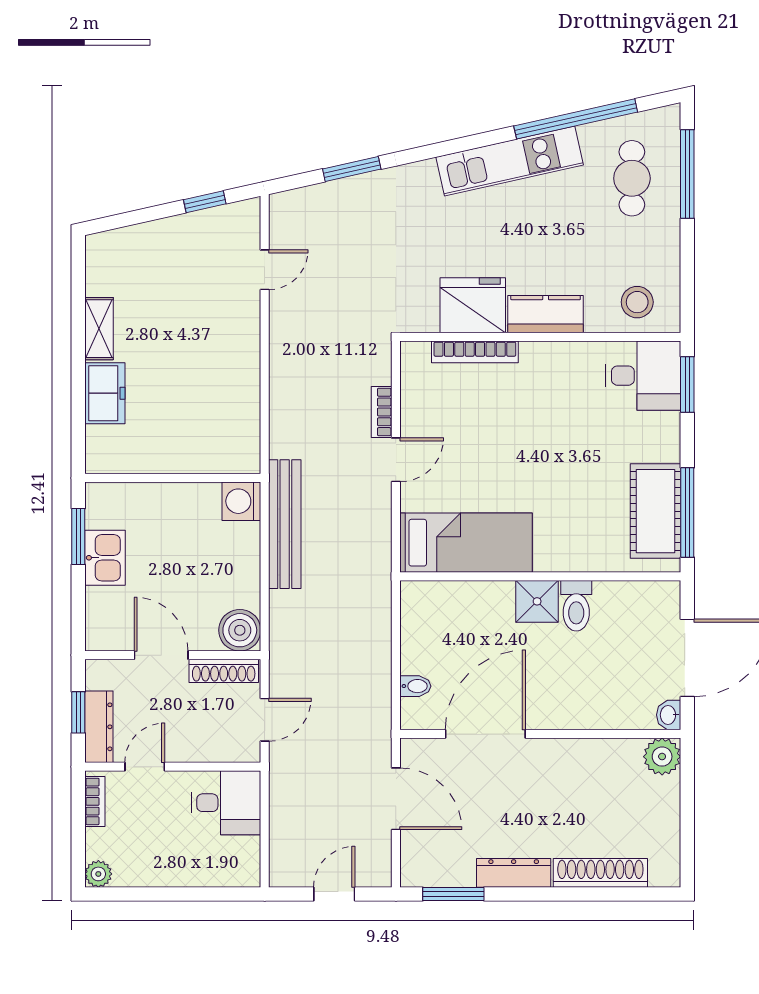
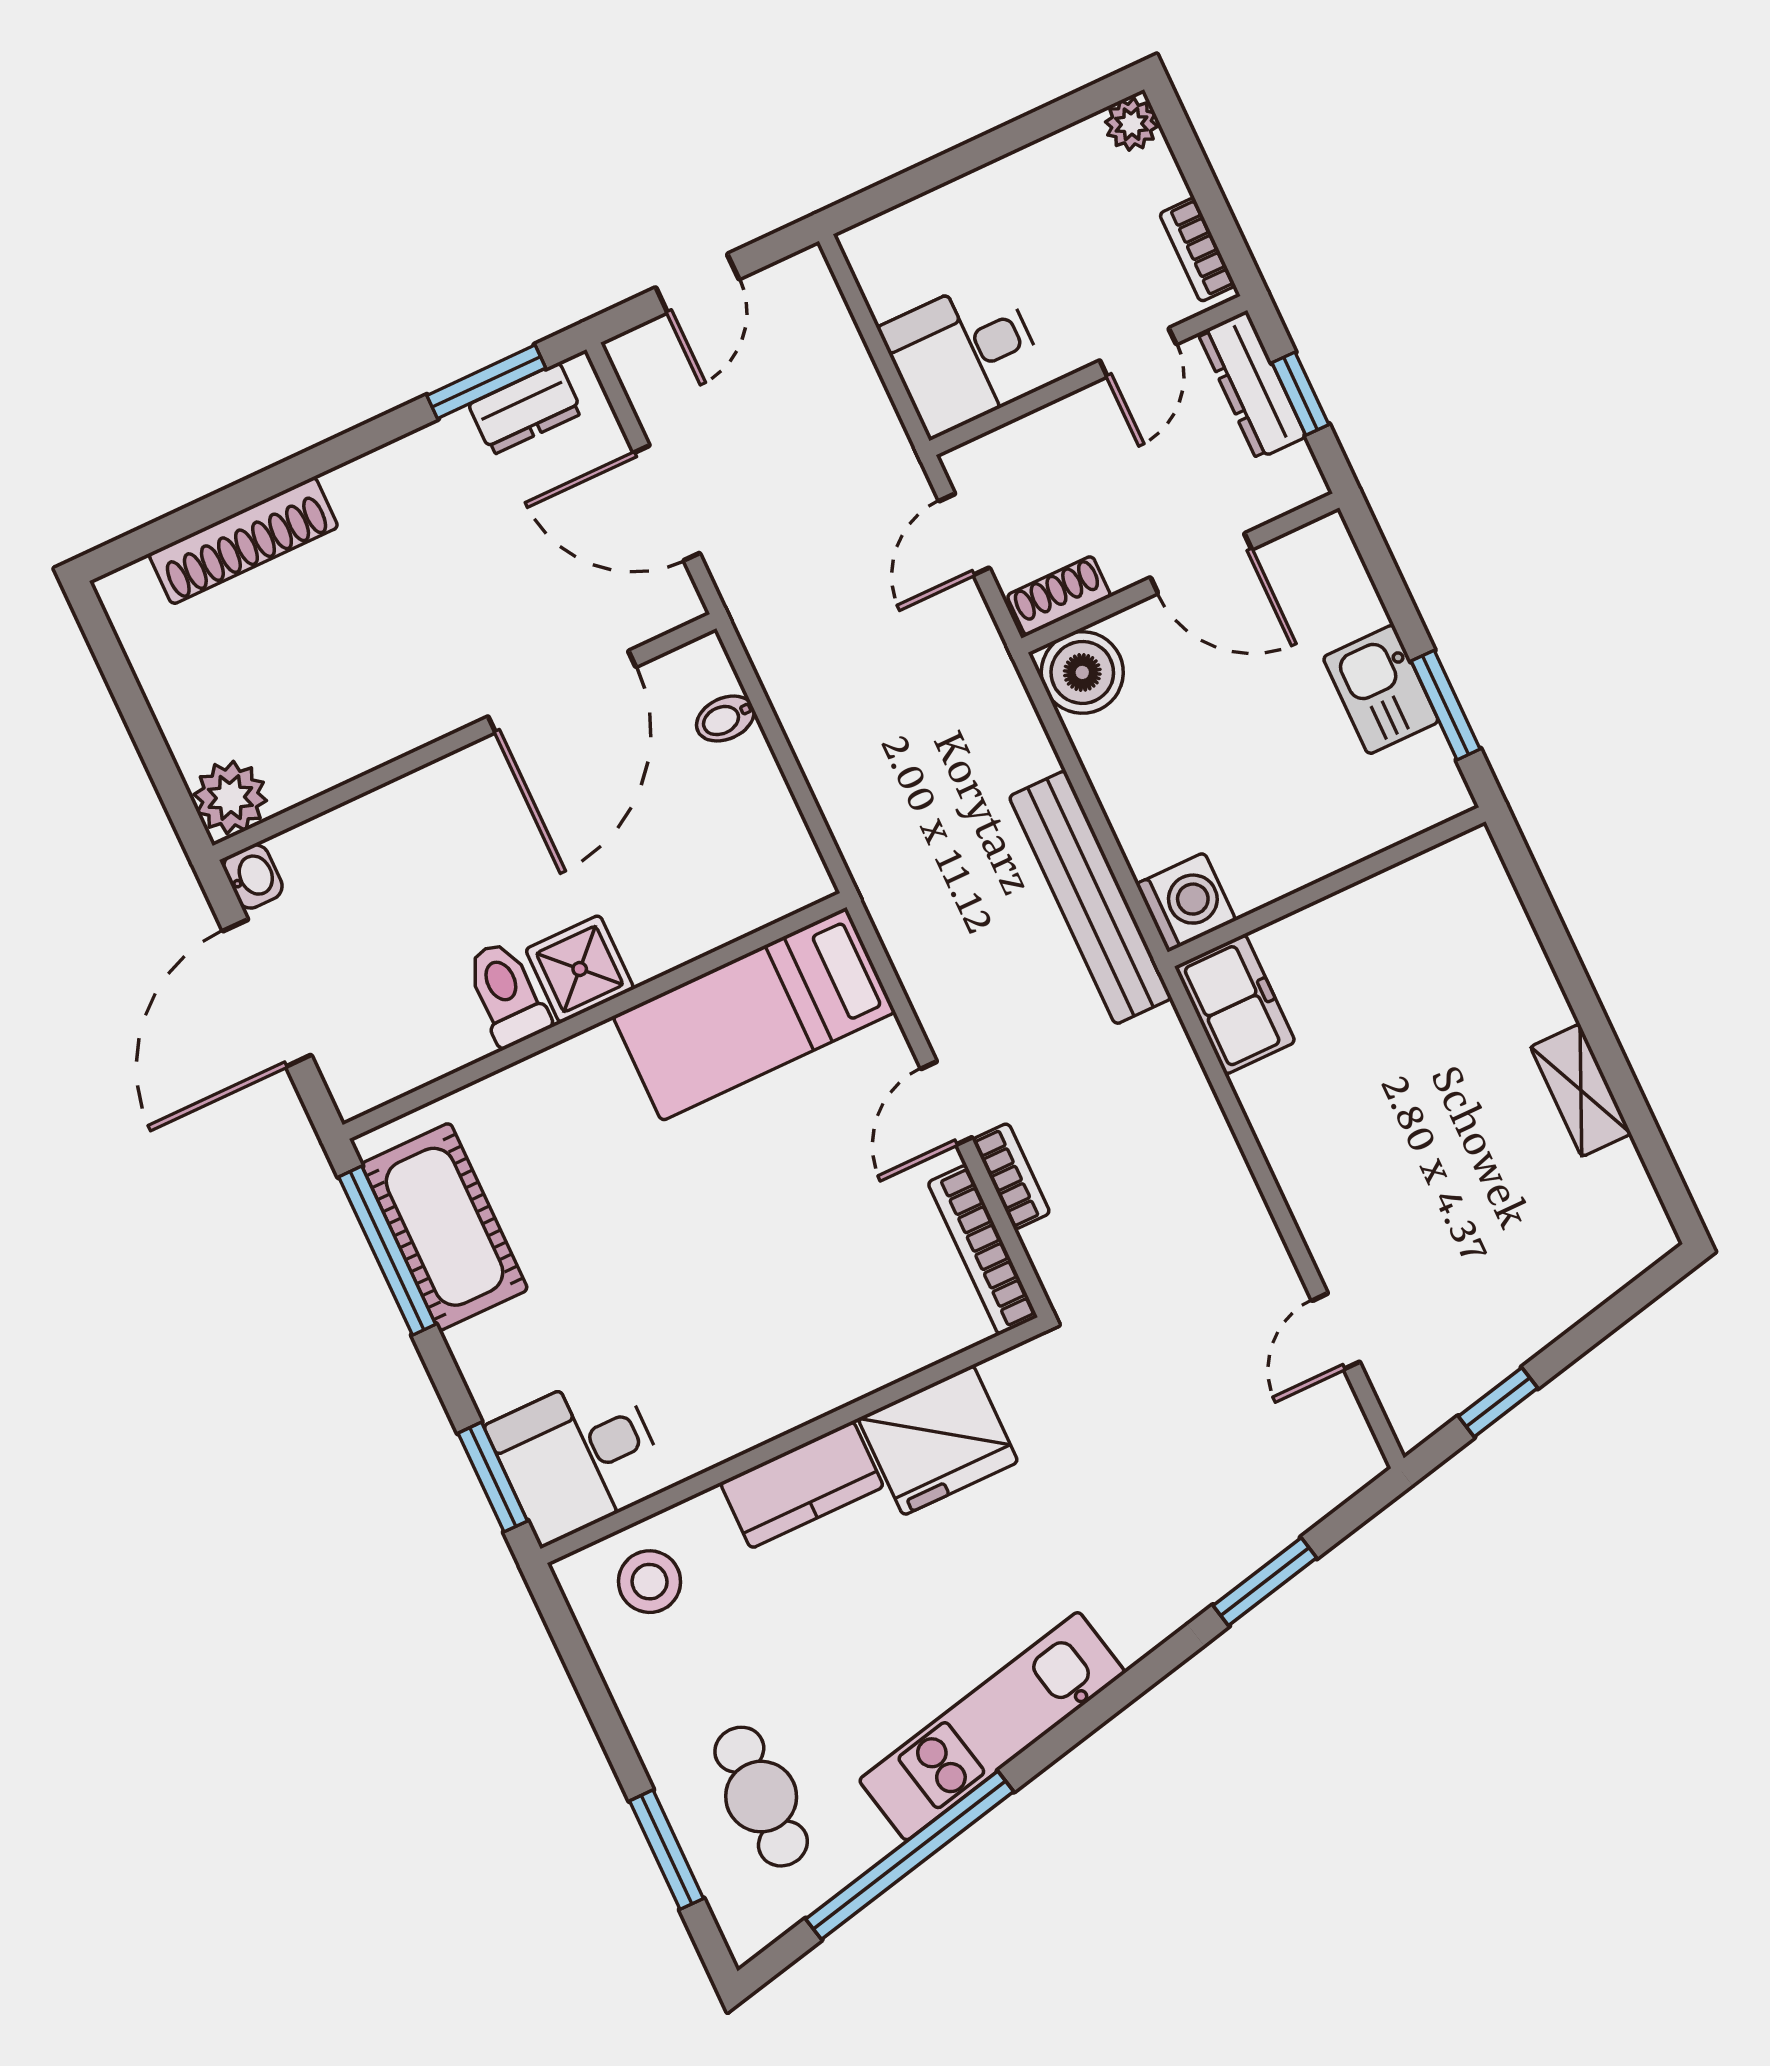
window: (687, 174) -> (666, 1850), width x0.69
bookcase: (475, 352) -> (983, 1250), moved, turned -90
freezer: (105, 393) -> (1235, 1004), moved, turned 180
shoe rack: (224, 671) -> (1059, 596), width x0.70
dresser: (514, 873) -> (526, 409), moved, width x0.70

